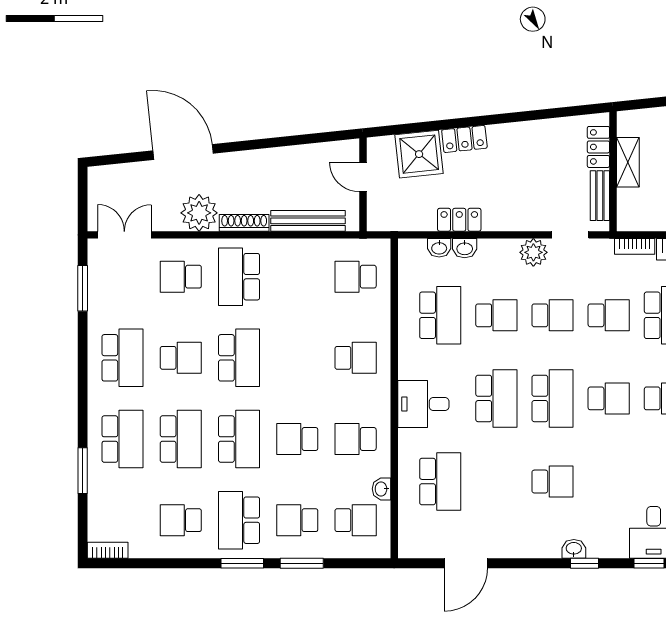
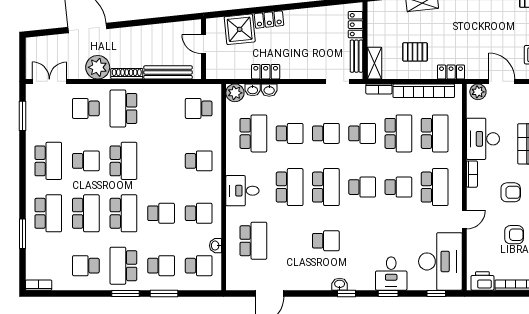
shelving: (628, 162) -> (374, 63), moved
plant: (533, 252) -> (235, 93), moved
school desk: (297, 439) -> (161, 213), turned 180
school desk: (356, 439) -> (199, 213), turned 180
school desk: (297, 520) -> (161, 266), turned 180

